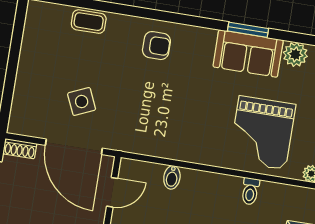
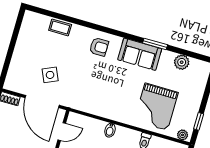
sofa: (248, 53) -> (140, 54), moved
bidet: (172, 177) -> (110, 130), moved

